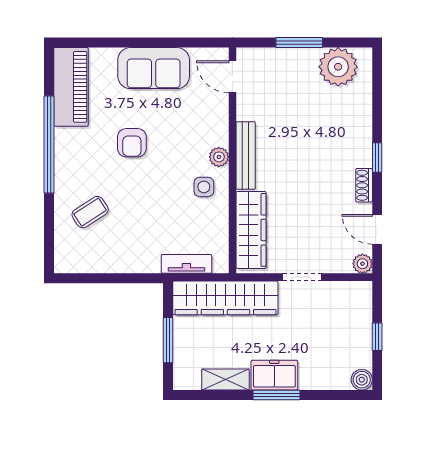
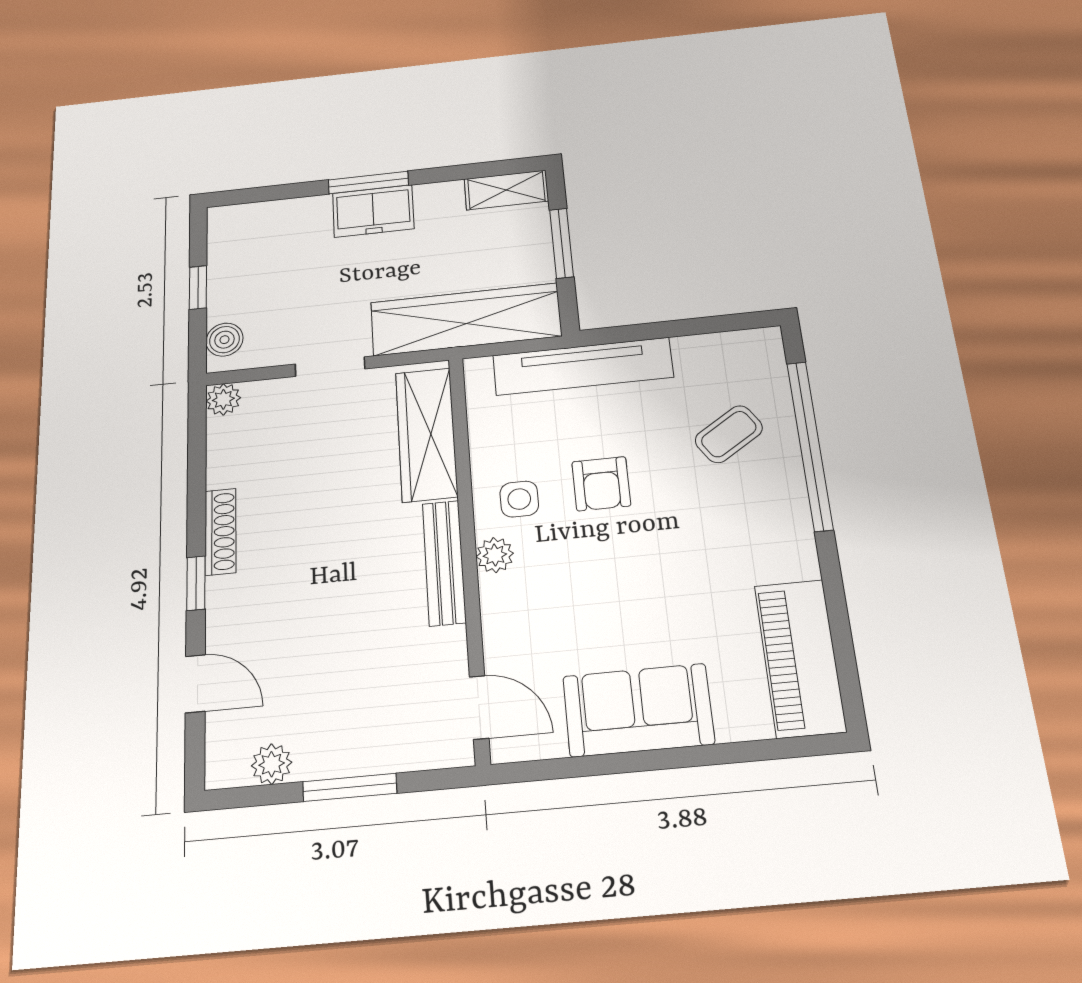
plant: (338, 67) -> (272, 764), width x0.53, depth x0.53
armchair: (132, 143) -> (601, 484), moved, turned 180
window: (49, 145) -> (810, 445), moved
shoe rack: (364, 185) -> (221, 532), width x1.43
door: (377, 229) -> (195, 684), moved
tv unit: (186, 264) -> (583, 366), width x1.92, depth x1.29
shelving: (226, 380) -> (506, 190), moved
boiler: (362, 380) -> (224, 340), moved

